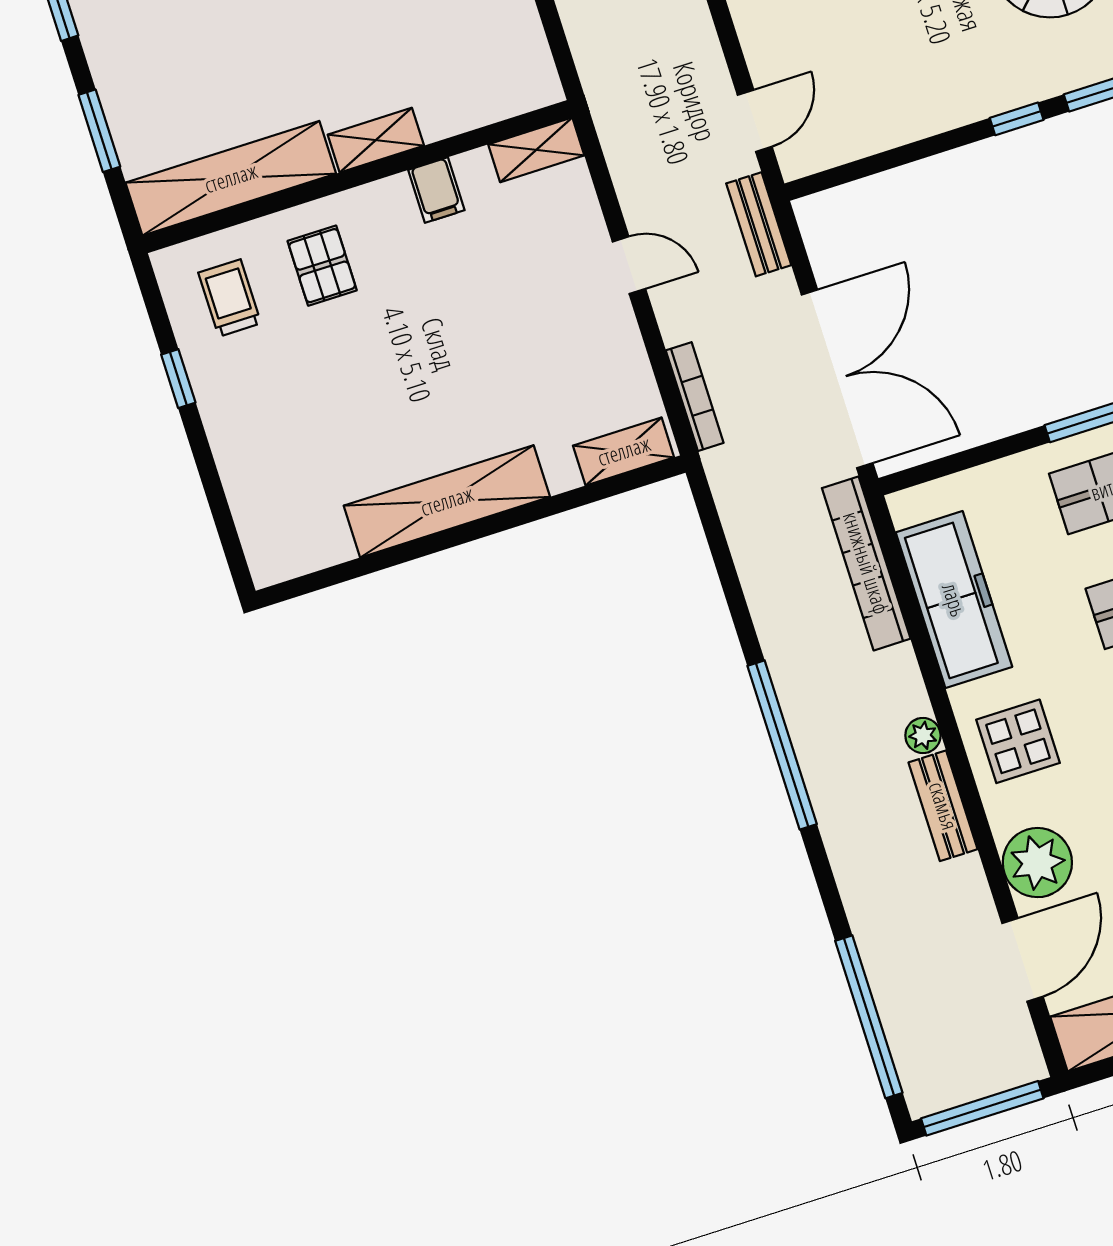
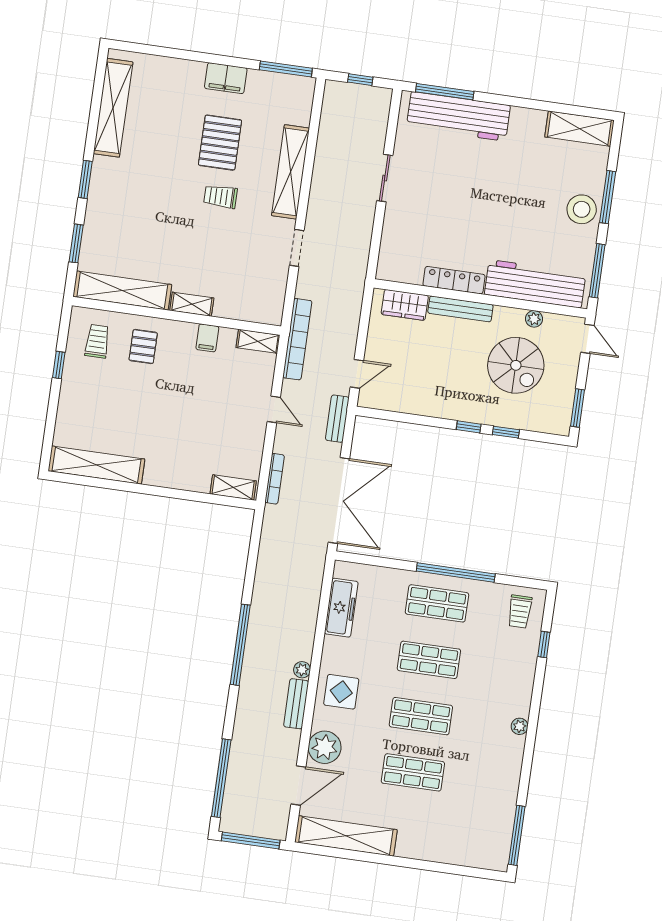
shelving: (447, 501) -> (96, 465), moved
bookcase: (866, 563) -> (297, 339), moved, turned 180
freezer: (954, 600) -> (341, 608), width x0.73, depth x0.79

